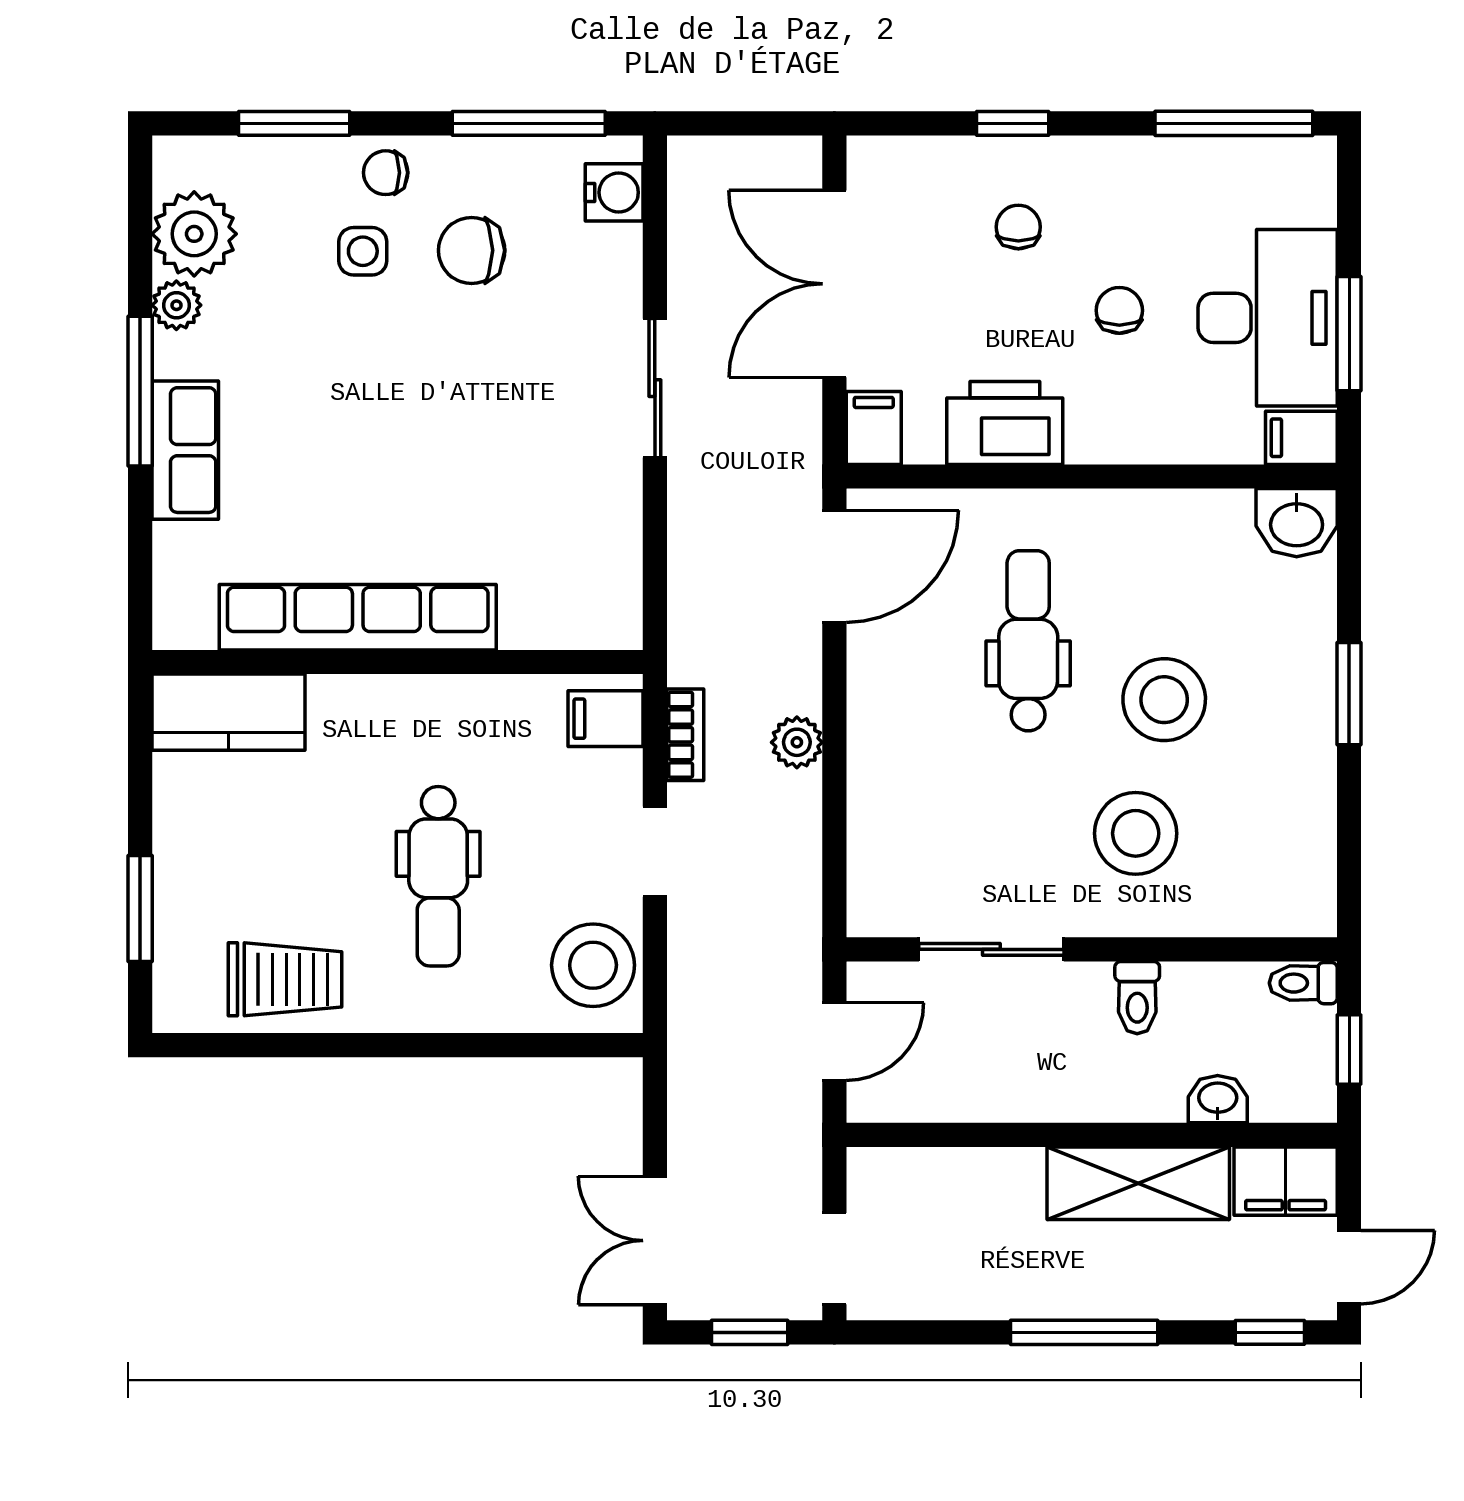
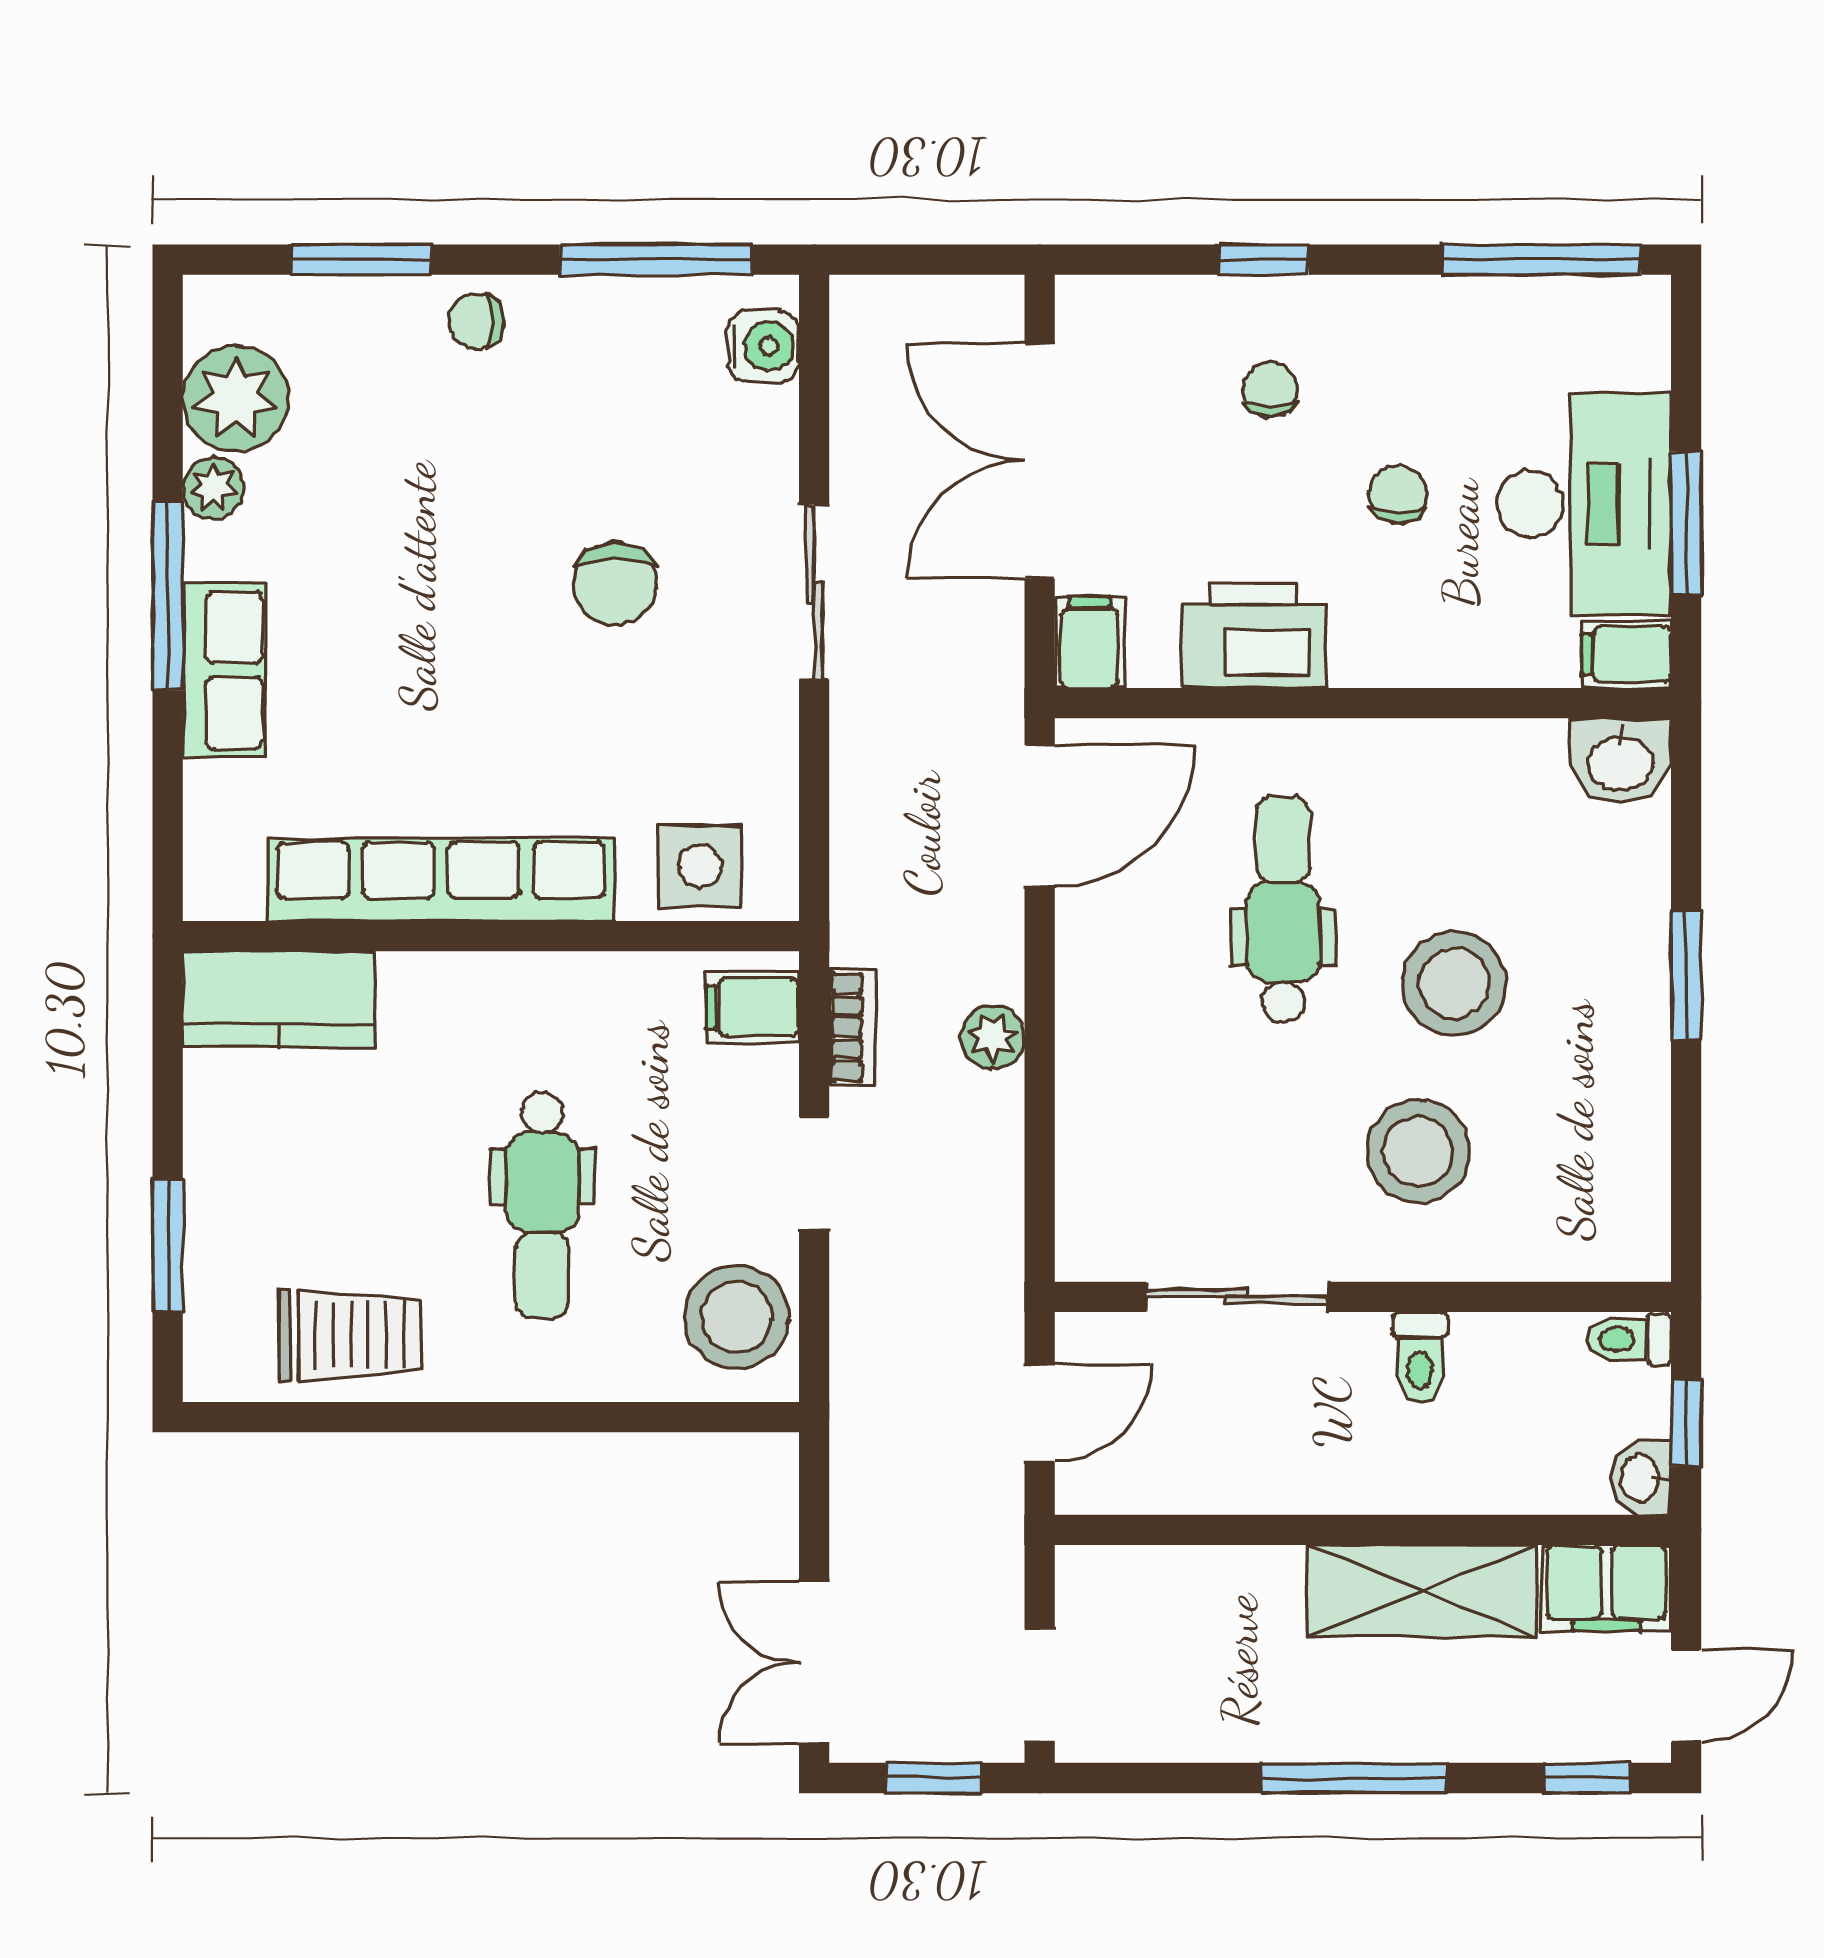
chair: (472, 250) -> (615, 584), moved, turned -90
side table: (363, 251) -> (700, 866), moved, width x1.37, depth x1.37
washbasin: (1218, 1099) -> (1641, 1478), moved, turned -90

